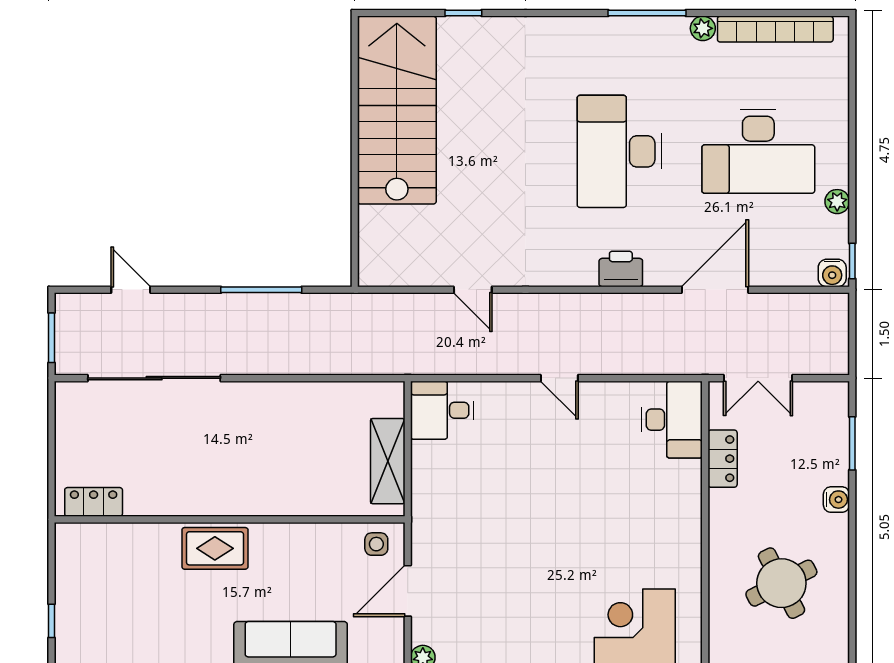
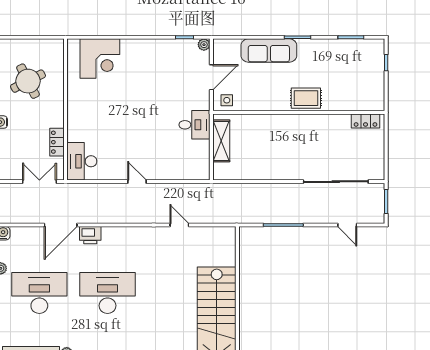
desk: (619, 151) -> (107, 293), turned -90
printer: (621, 269) -> (90, 235), moved
desk: (442, 410) -> (194, 125), moved

